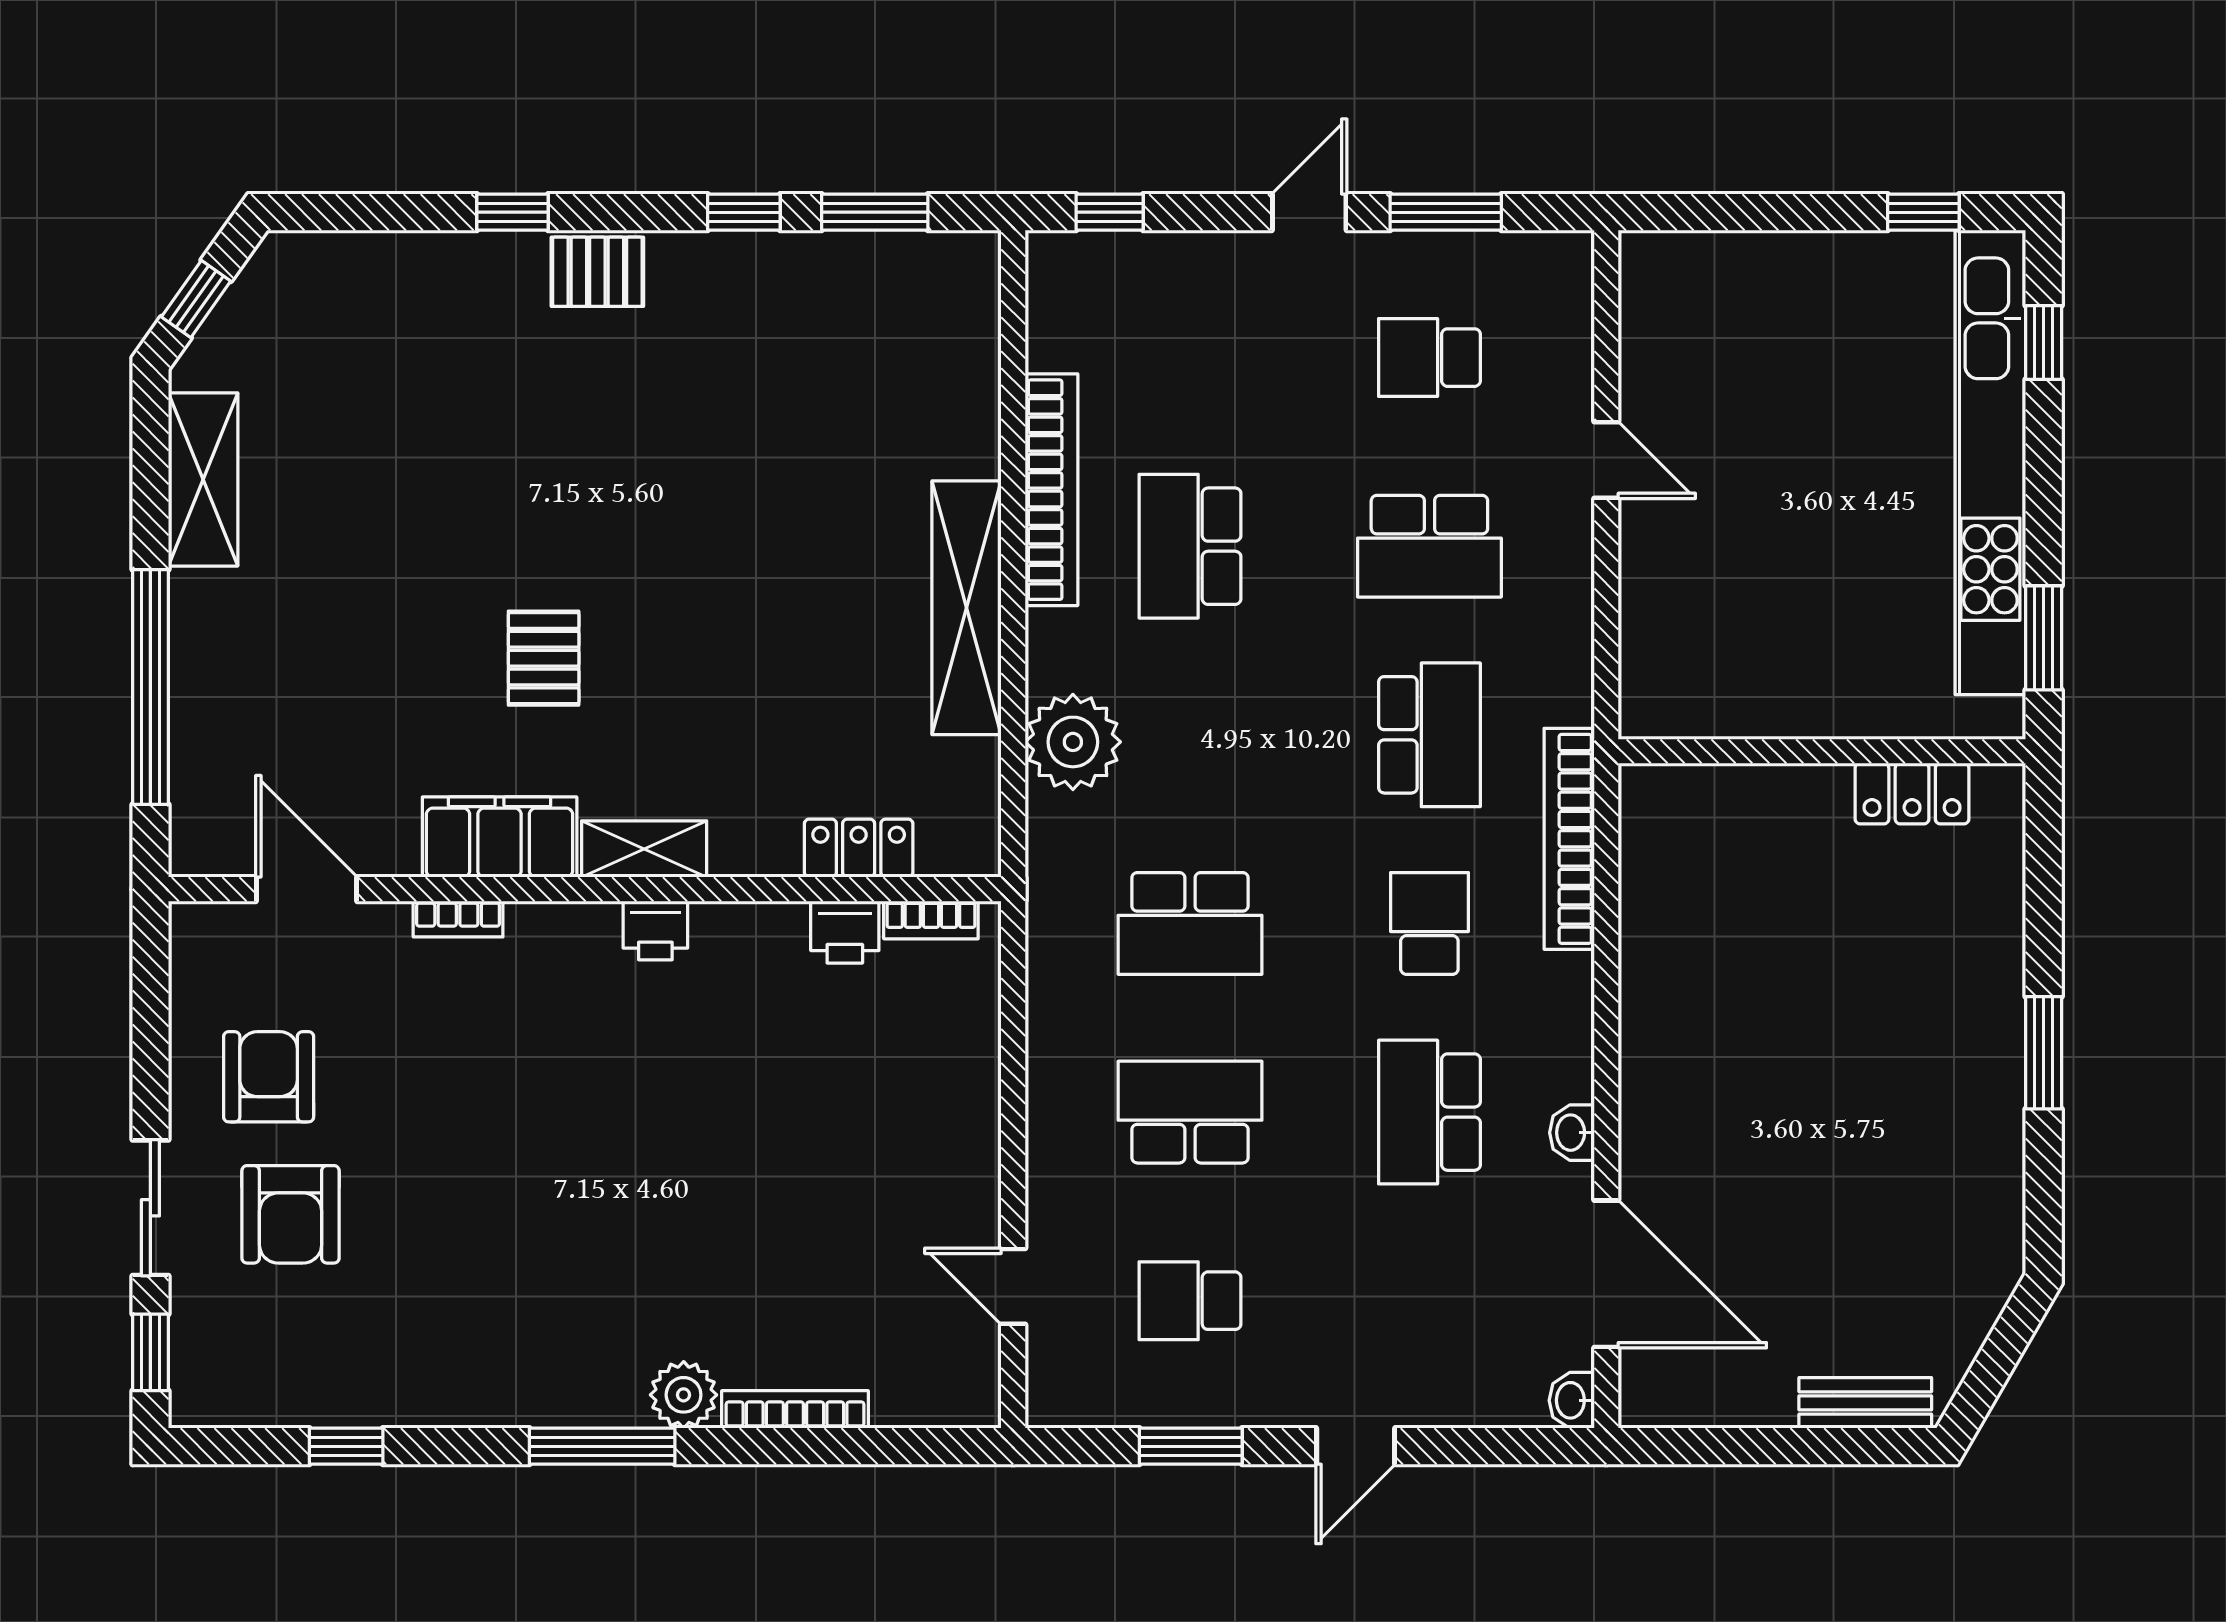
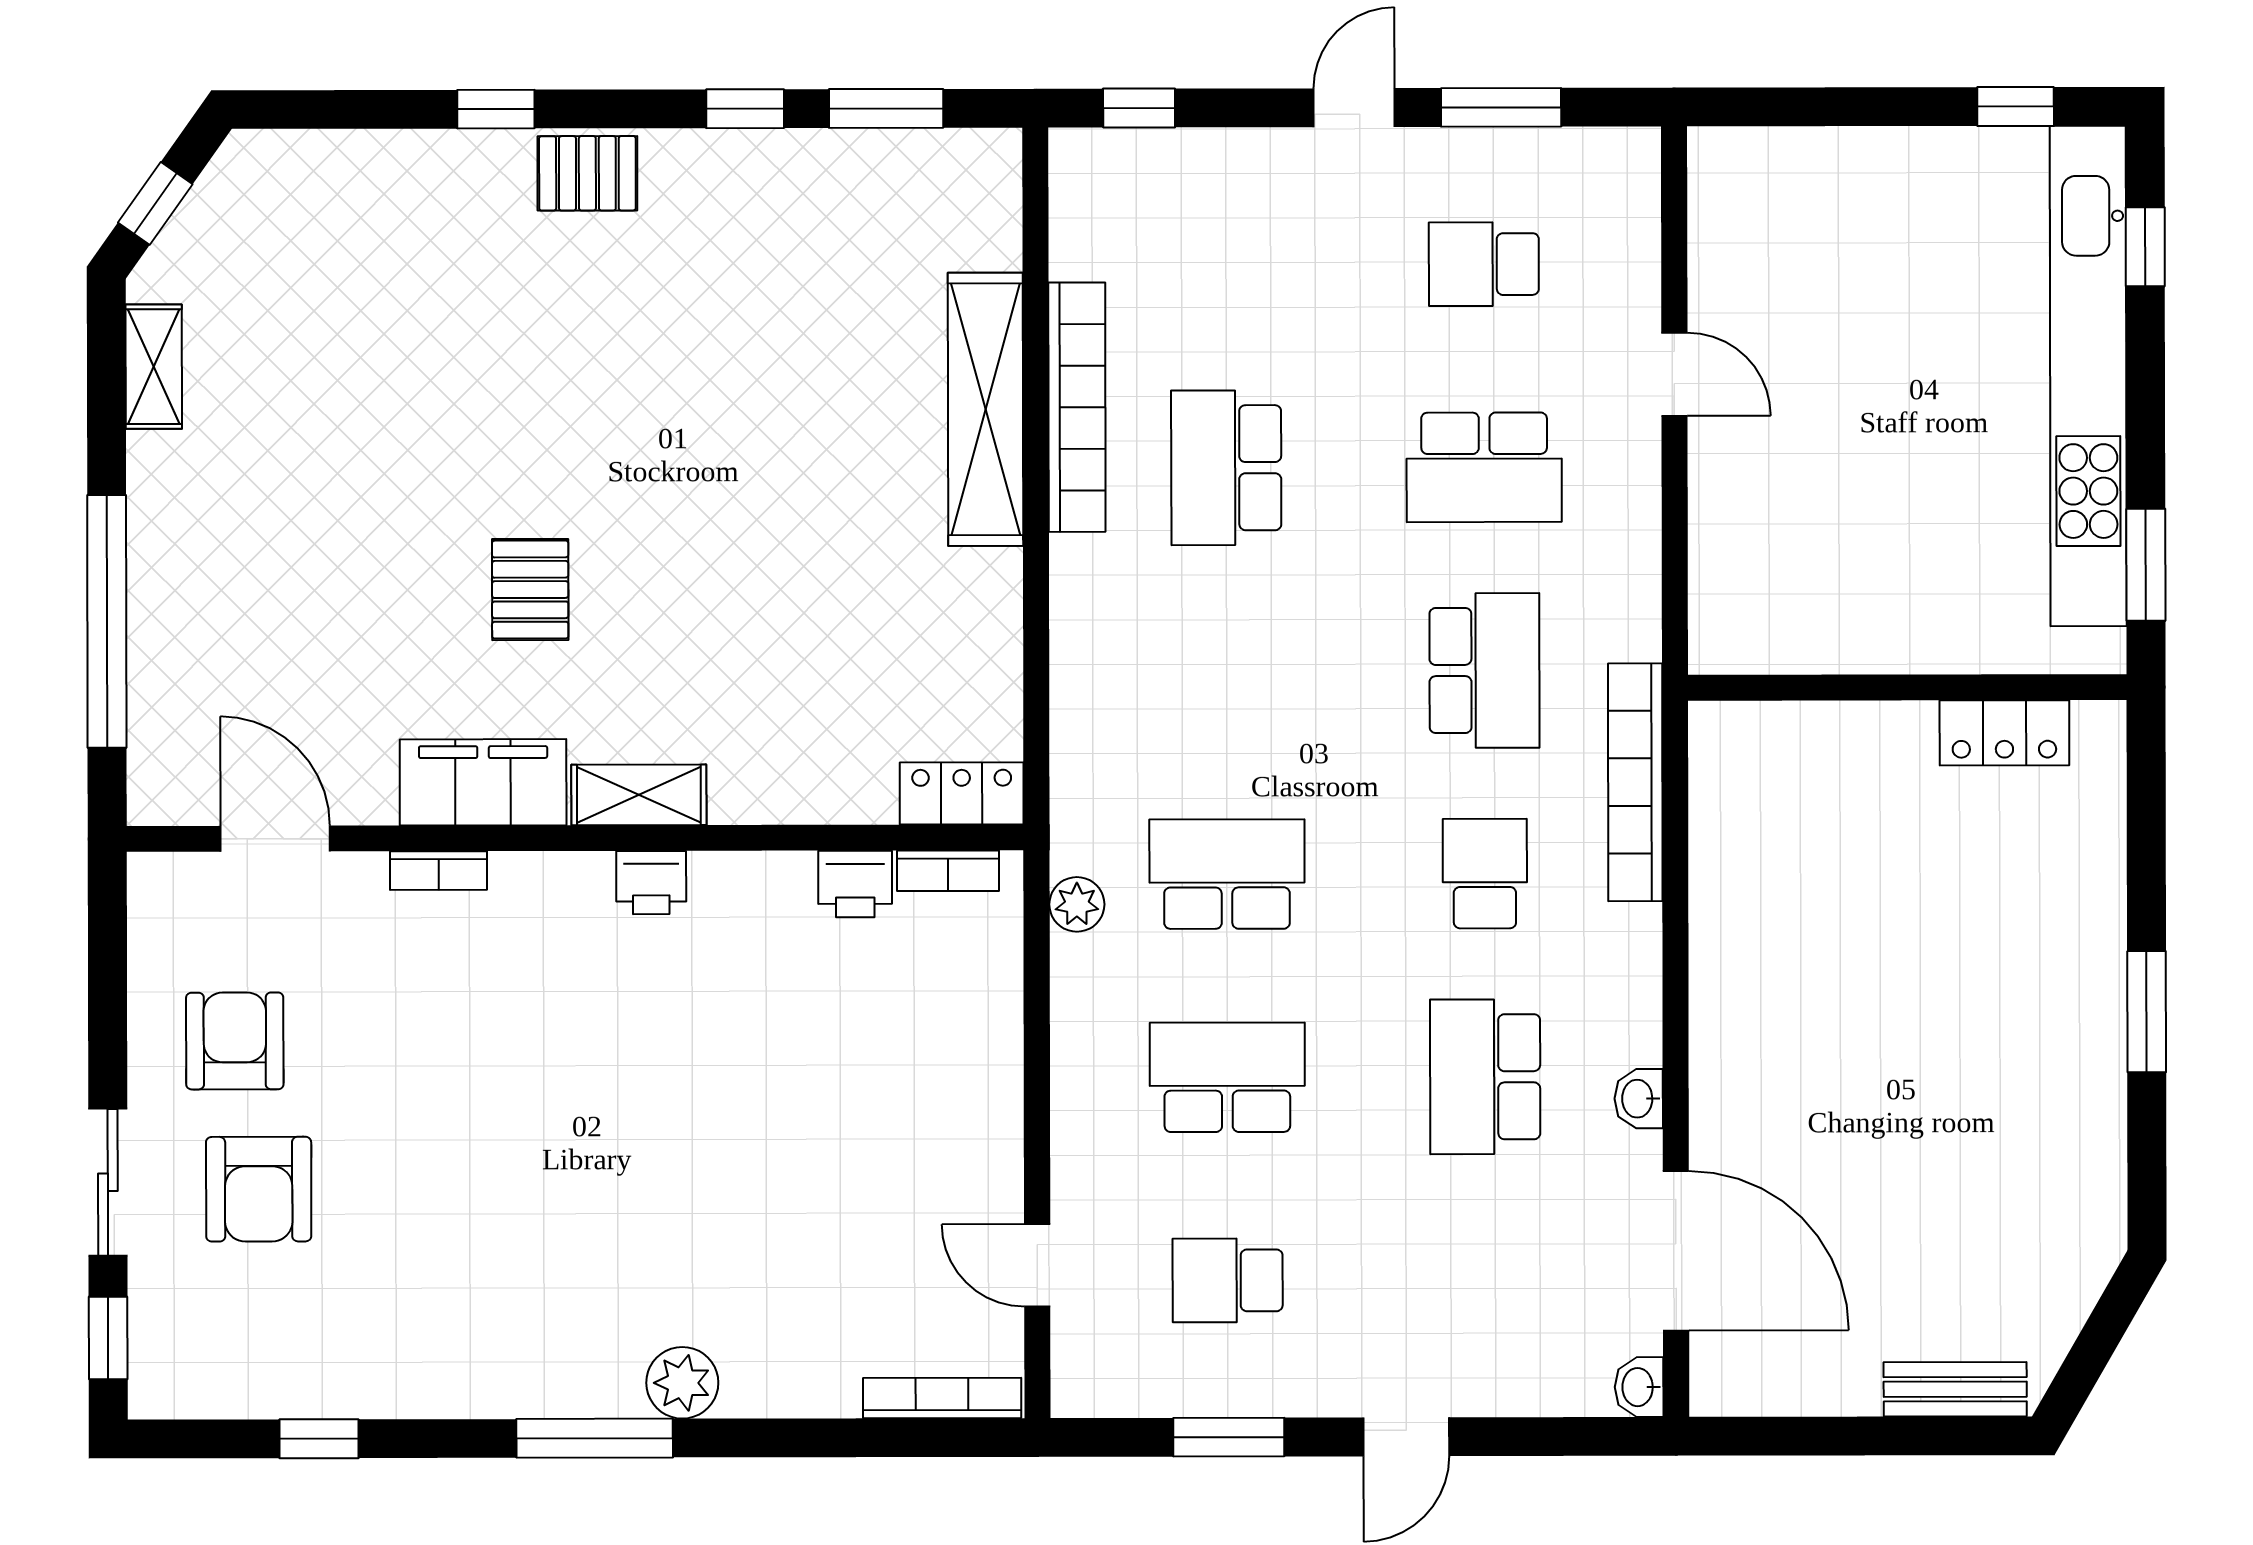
shelving: (203, 479) -> (154, 367), width x0.67, depth x0.75
shelving: (967, 608) -> (985, 409), moved
plant: (1073, 742) -> (1077, 904), moved, width x0.53, depth x0.53
locker: (859, 848) -> (962, 793), moved
school desk: (1190, 923) -> (1227, 874), turned 180
bookcase: (795, 1409) -> (942, 1398), moved

